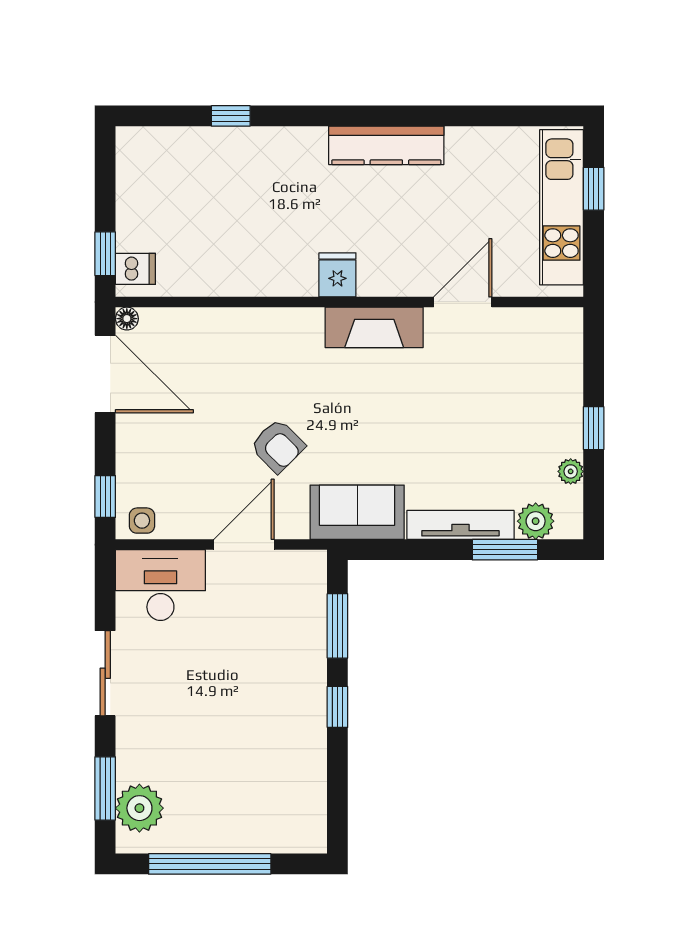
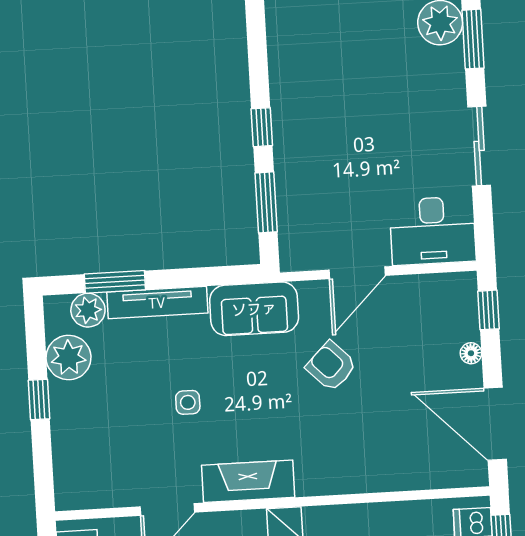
floor lamp: (127, 319) -> (471, 353), moved
plant: (571, 471) -> (69, 358), width x1.87, depth x1.87
side table: (142, 521) -> (188, 402), moved

